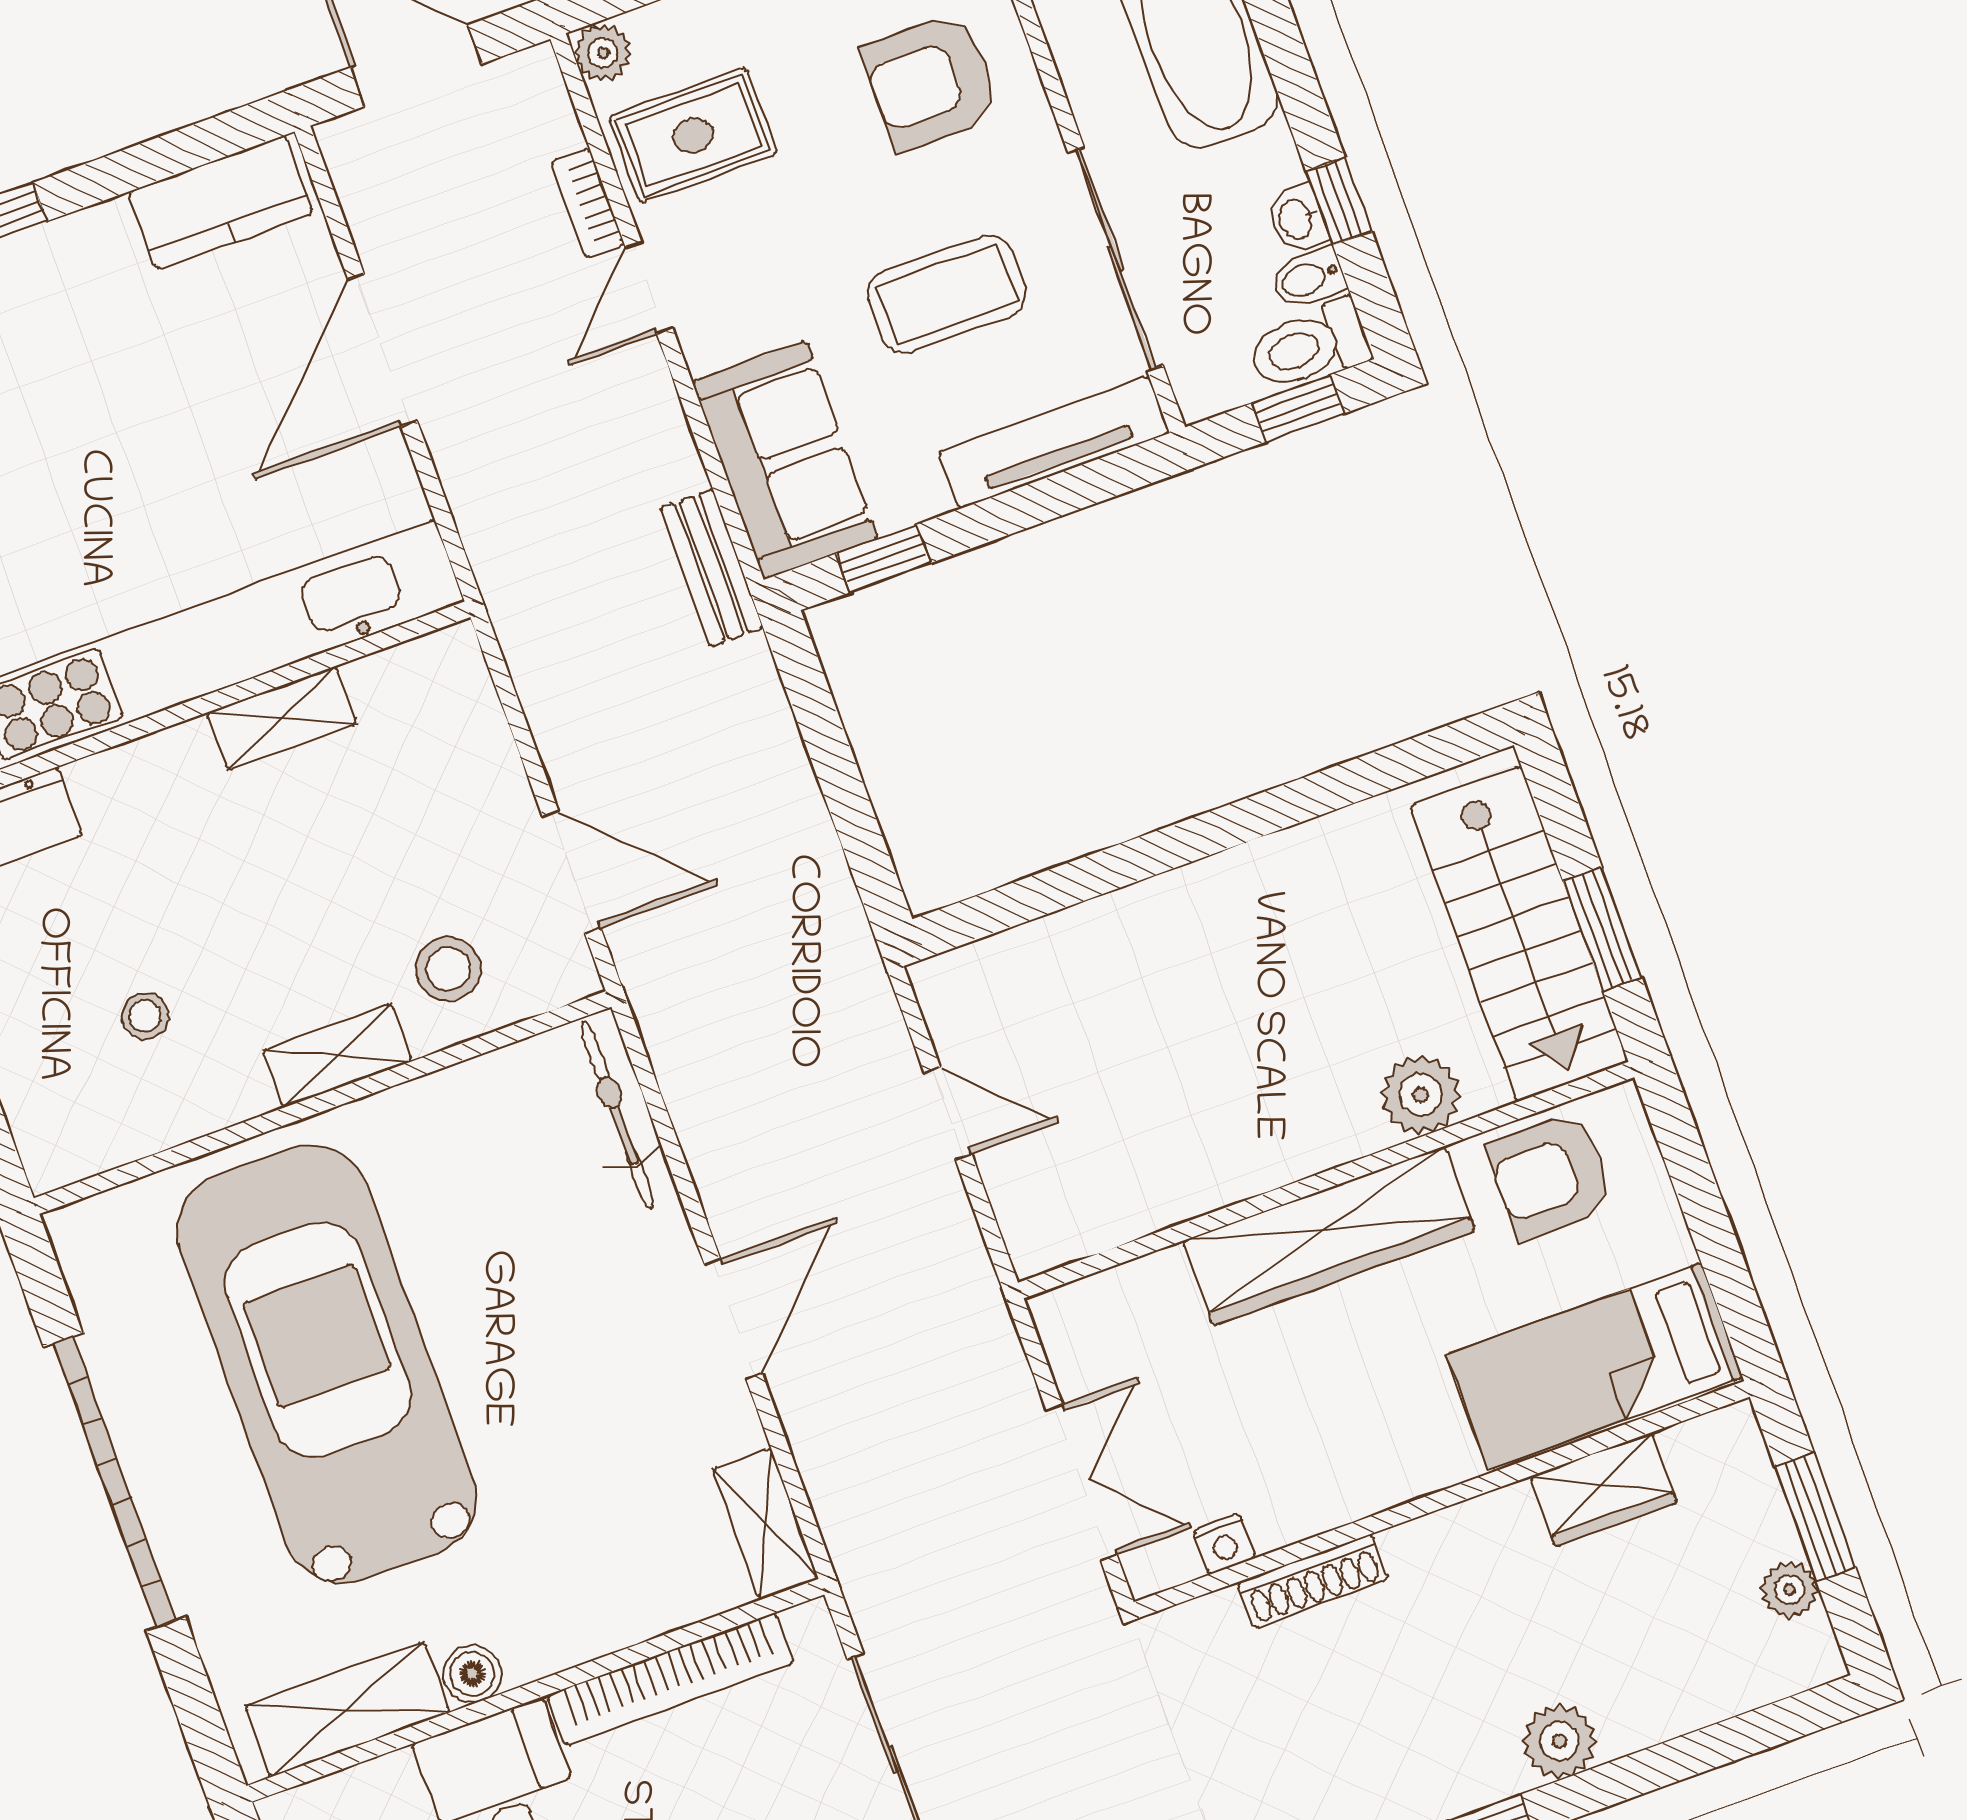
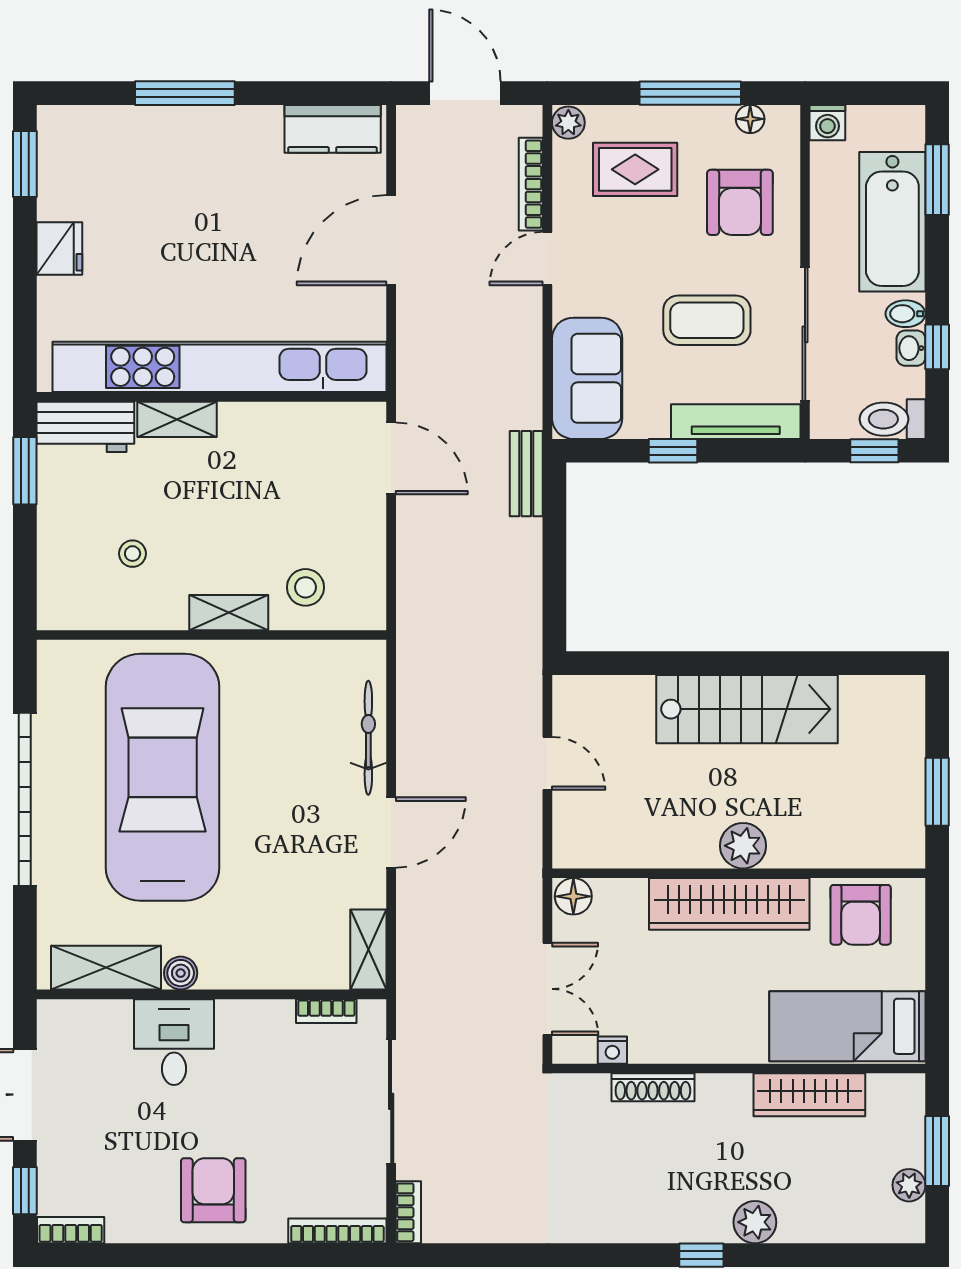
armchair: (931, 82) -> (740, 202), turned -90
rug: (693, 135) -> (635, 169), moved
bookcase: (588, 203) -> (531, 184), width x1.56
bidet: (1308, 278) -> (905, 314), moved
window: (883, 558) -> (673, 451), moved
bench: (712, 568) -> (526, 474), moved
shelving: (282, 718) -> (177, 419), moved
door: (571, 872) -> (391, 458), moved
stairs: (1519, 934) -> (747, 709), moved, turned -90
plant: (1421, 1095) -> (743, 846), moved
bicycle: (617, 1115) -> (368, 738), moved
armchair: (1550, 1176) -> (861, 915), turned -90
floor lamp: (1069, 1316) -> (573, 896), added
wardrobe: (1603, 1490) -> (809, 1095), width x1.50
bookcase: (671, 1679) -> (326, 1011), width x0.43, depth x0.76

